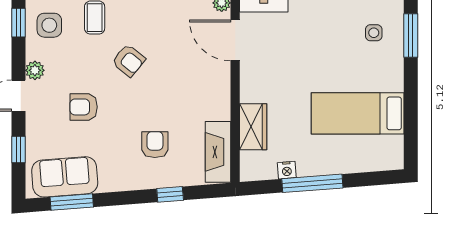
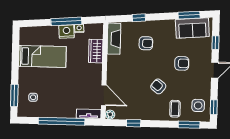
plant: (35, 70) -> (206, 83), removed
armchair: (155, 145) -> (146, 43), turned -90
nightstand: (311, 163) -> (67, 32), added

